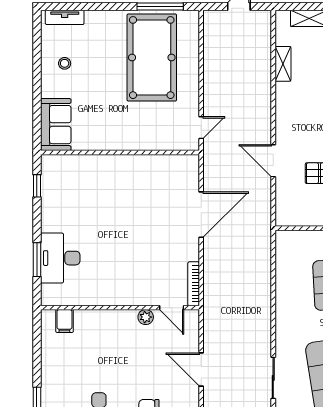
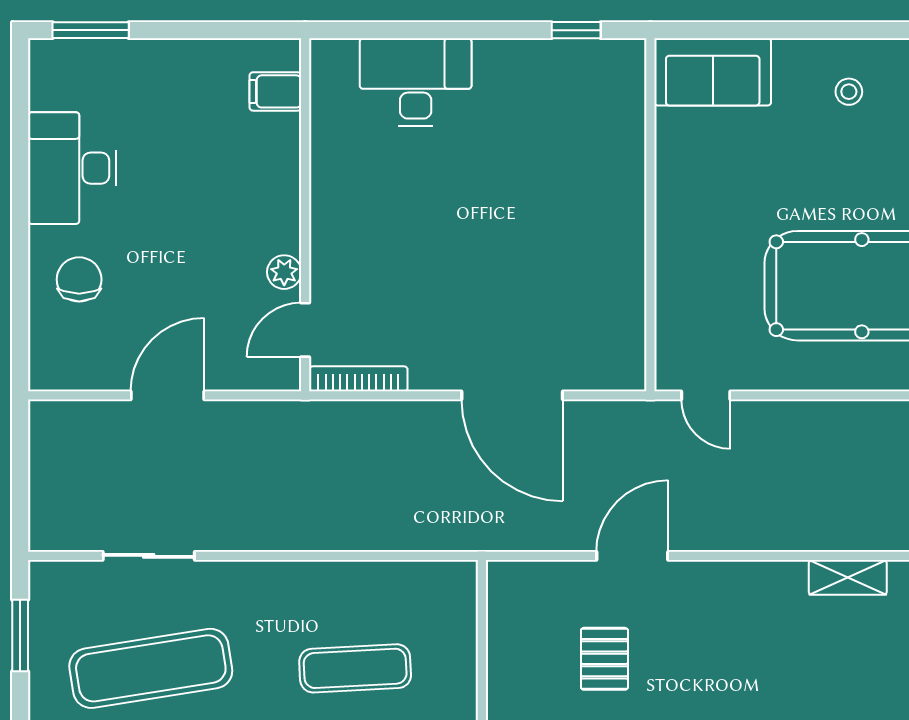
window: (37, 260) -> (412, 30), removed

